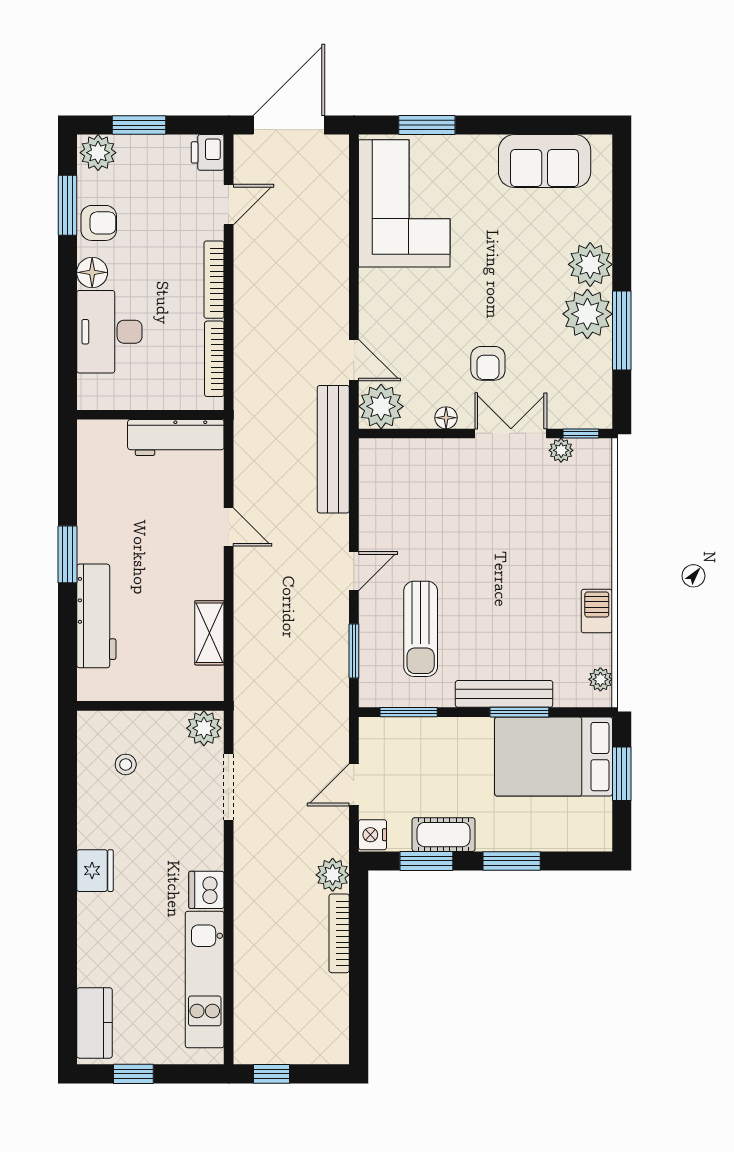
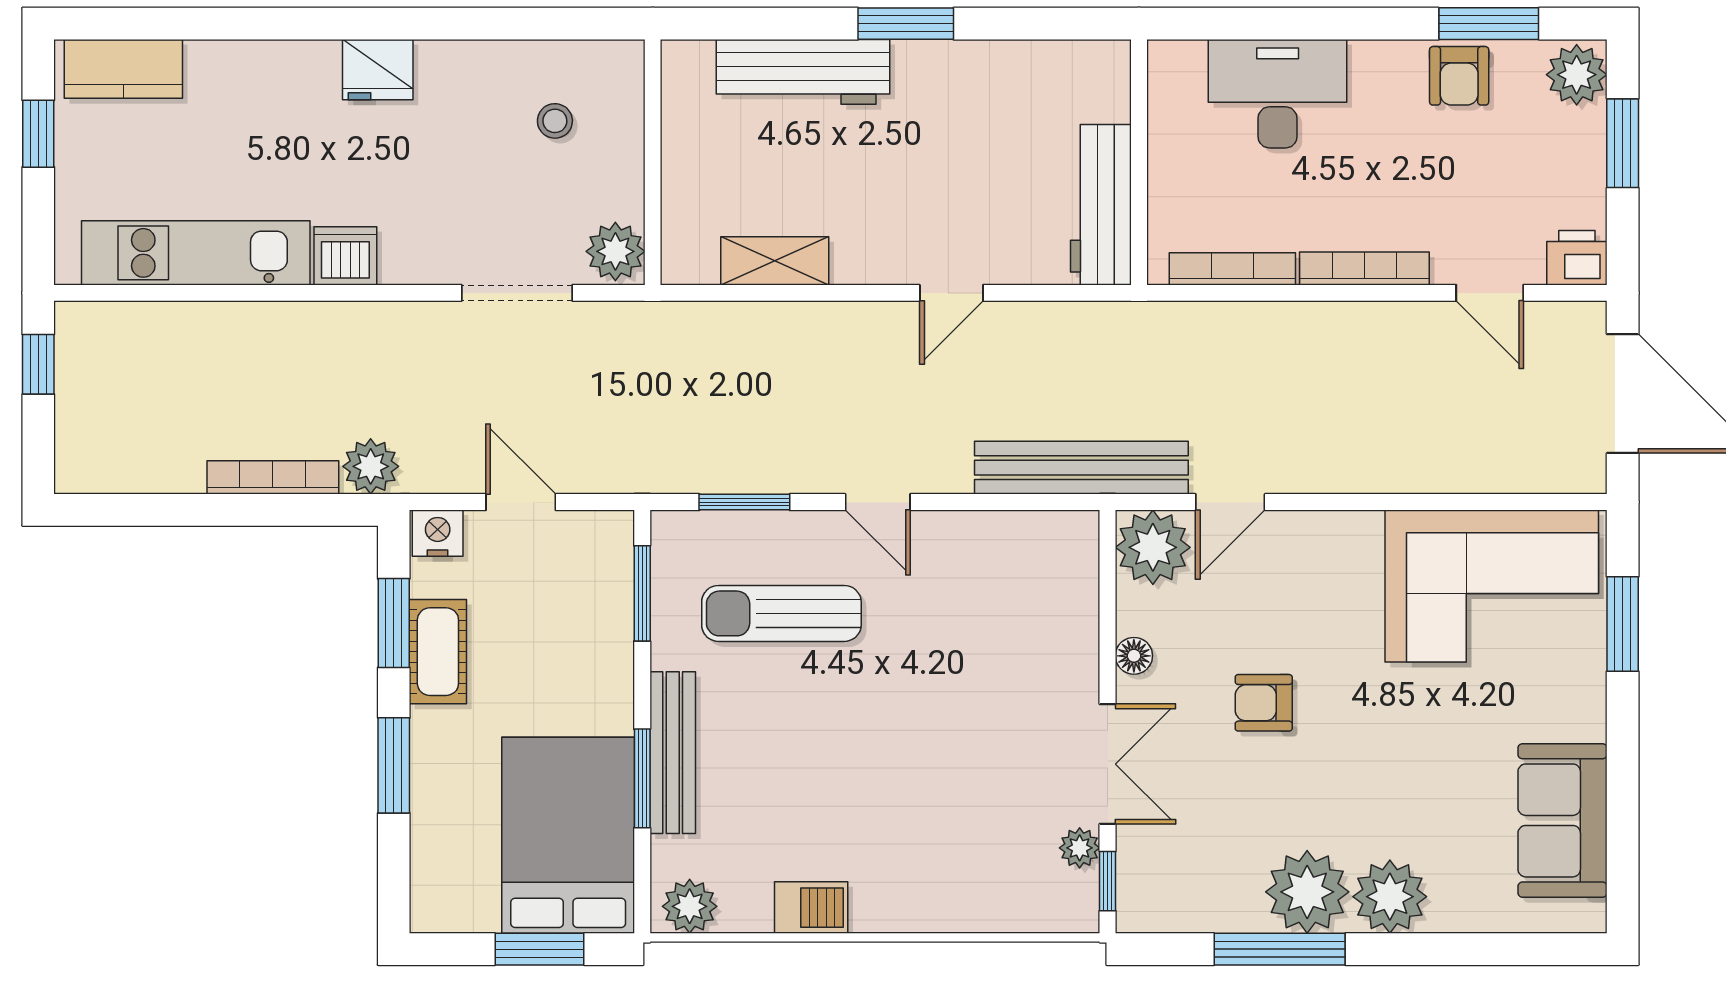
floor lamp: (92, 272) -> (1376, 65), removed
armchair: (488, 363) -> (1264, 703), moved
plant: (600, 679) -> (690, 906), width x1.38, depth x1.38

